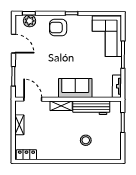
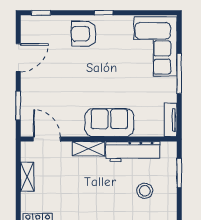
plant: (30, 21) -> (42, 24), removed
door: (13, 44) -> (18, 58), hinge flipped
stool: (86, 140) -> (145, 191), moved

